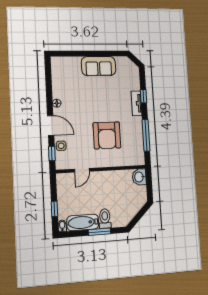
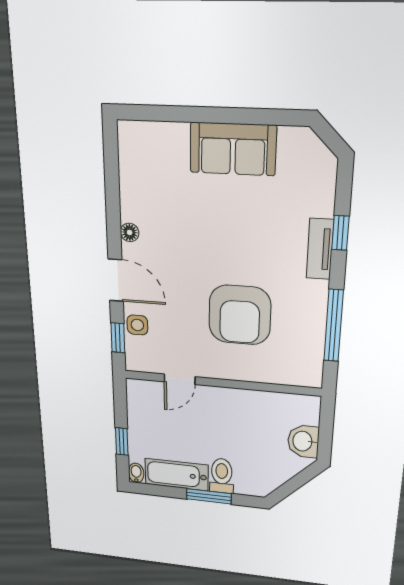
washbasin: (139, 177) -> (303, 441), moved

